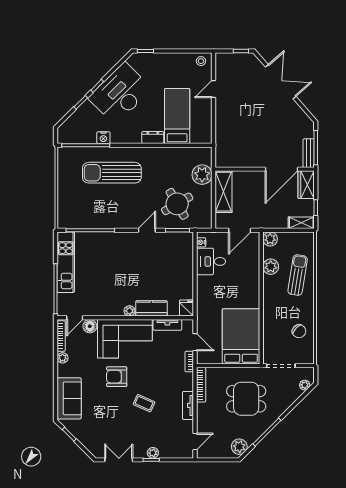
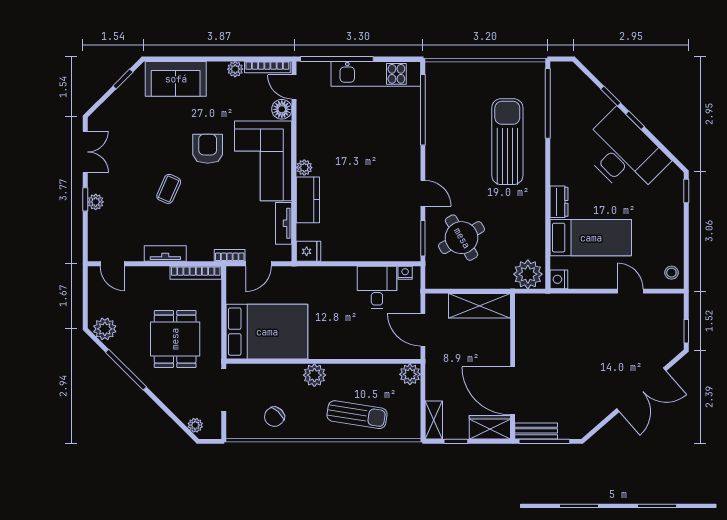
nightstand: (103, 138) -> (559, 279), moved
plant: (202, 175) -> (528, 274), moved
plant: (271, 267) -> (314, 375), moved

